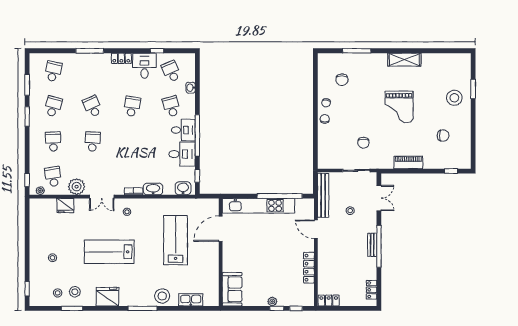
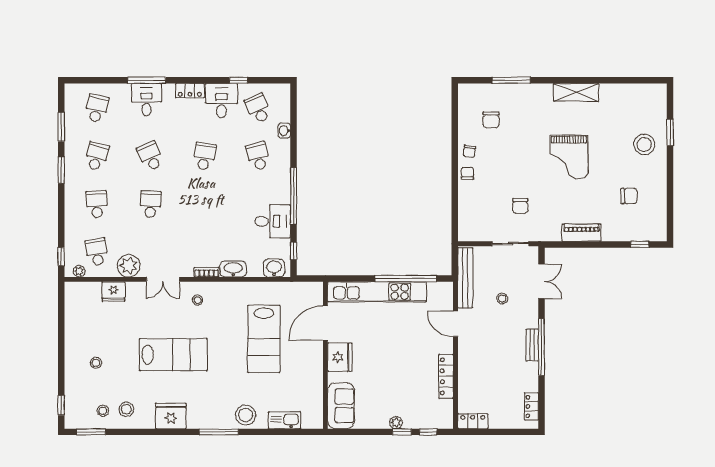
desk: (183, 130) -> (146, 99), moved, turned -90
lab bench: (176, 240) -> (264, 339), turned 180
lab bench: (109, 252) -> (173, 355), turned 180
fridge: (231, 254) -> (340, 357), added
window: (72, 308) -> (91, 432), moved

